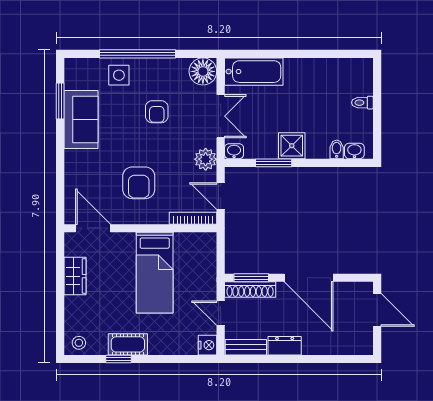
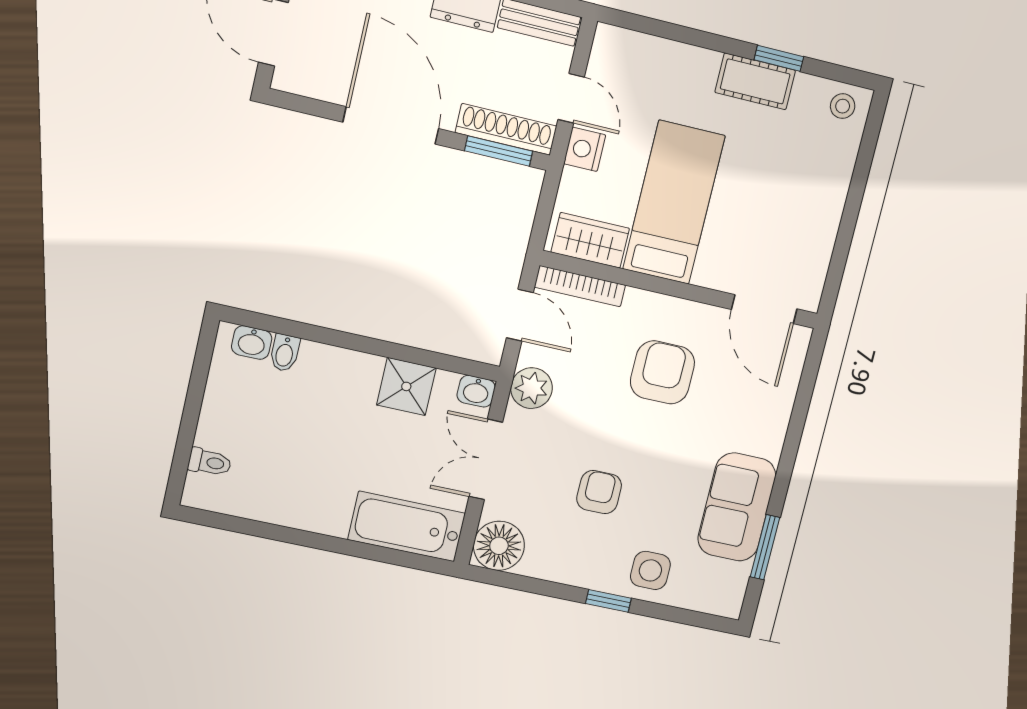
window: (137, 54) -> (608, 601), width x0.32
toilet: (362, 103) -> (210, 462), moved
shower: (292, 146) -> (406, 386), moved
window: (274, 163) -> (408, 354), removed
wardrobe: (75, 276) -> (590, 240), moved, turned 90
nightstand: (208, 345) -> (585, 149), moved

